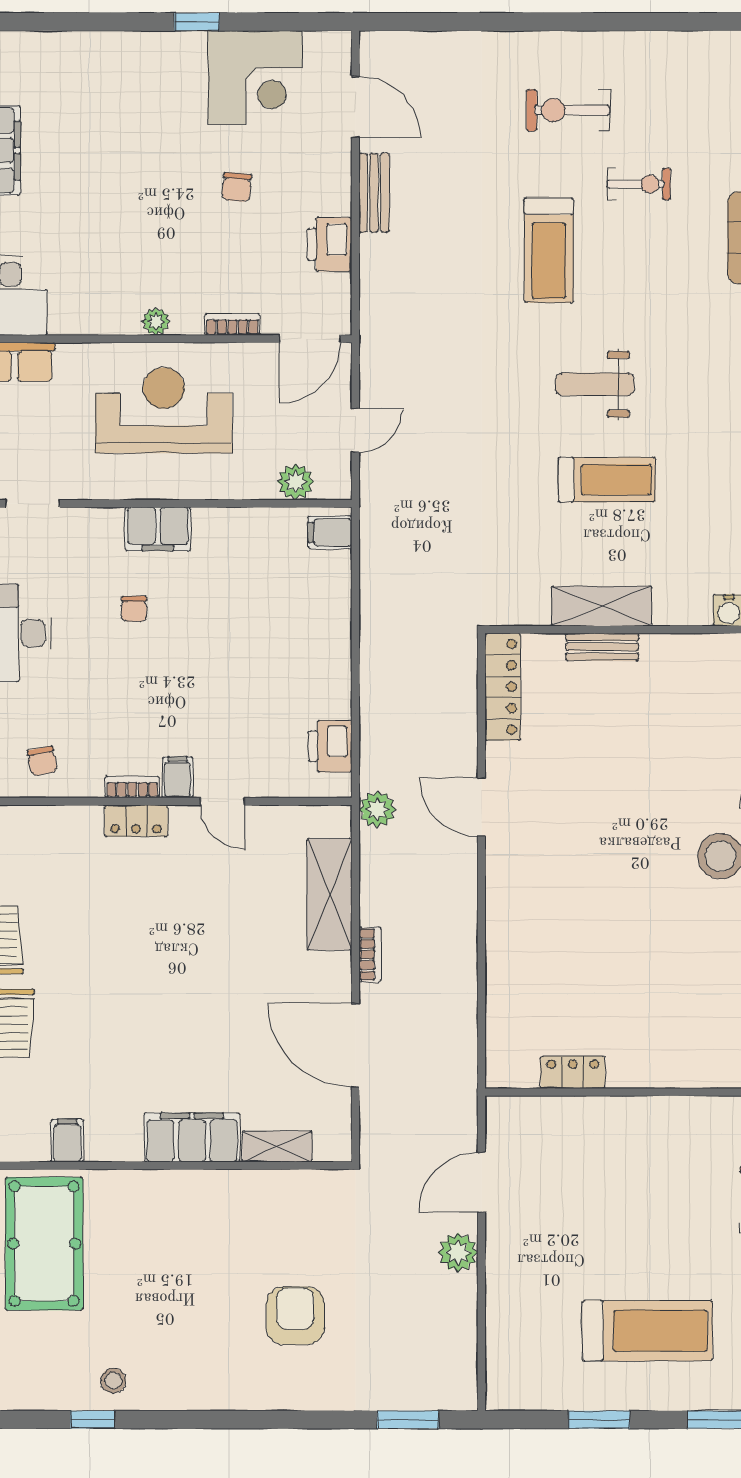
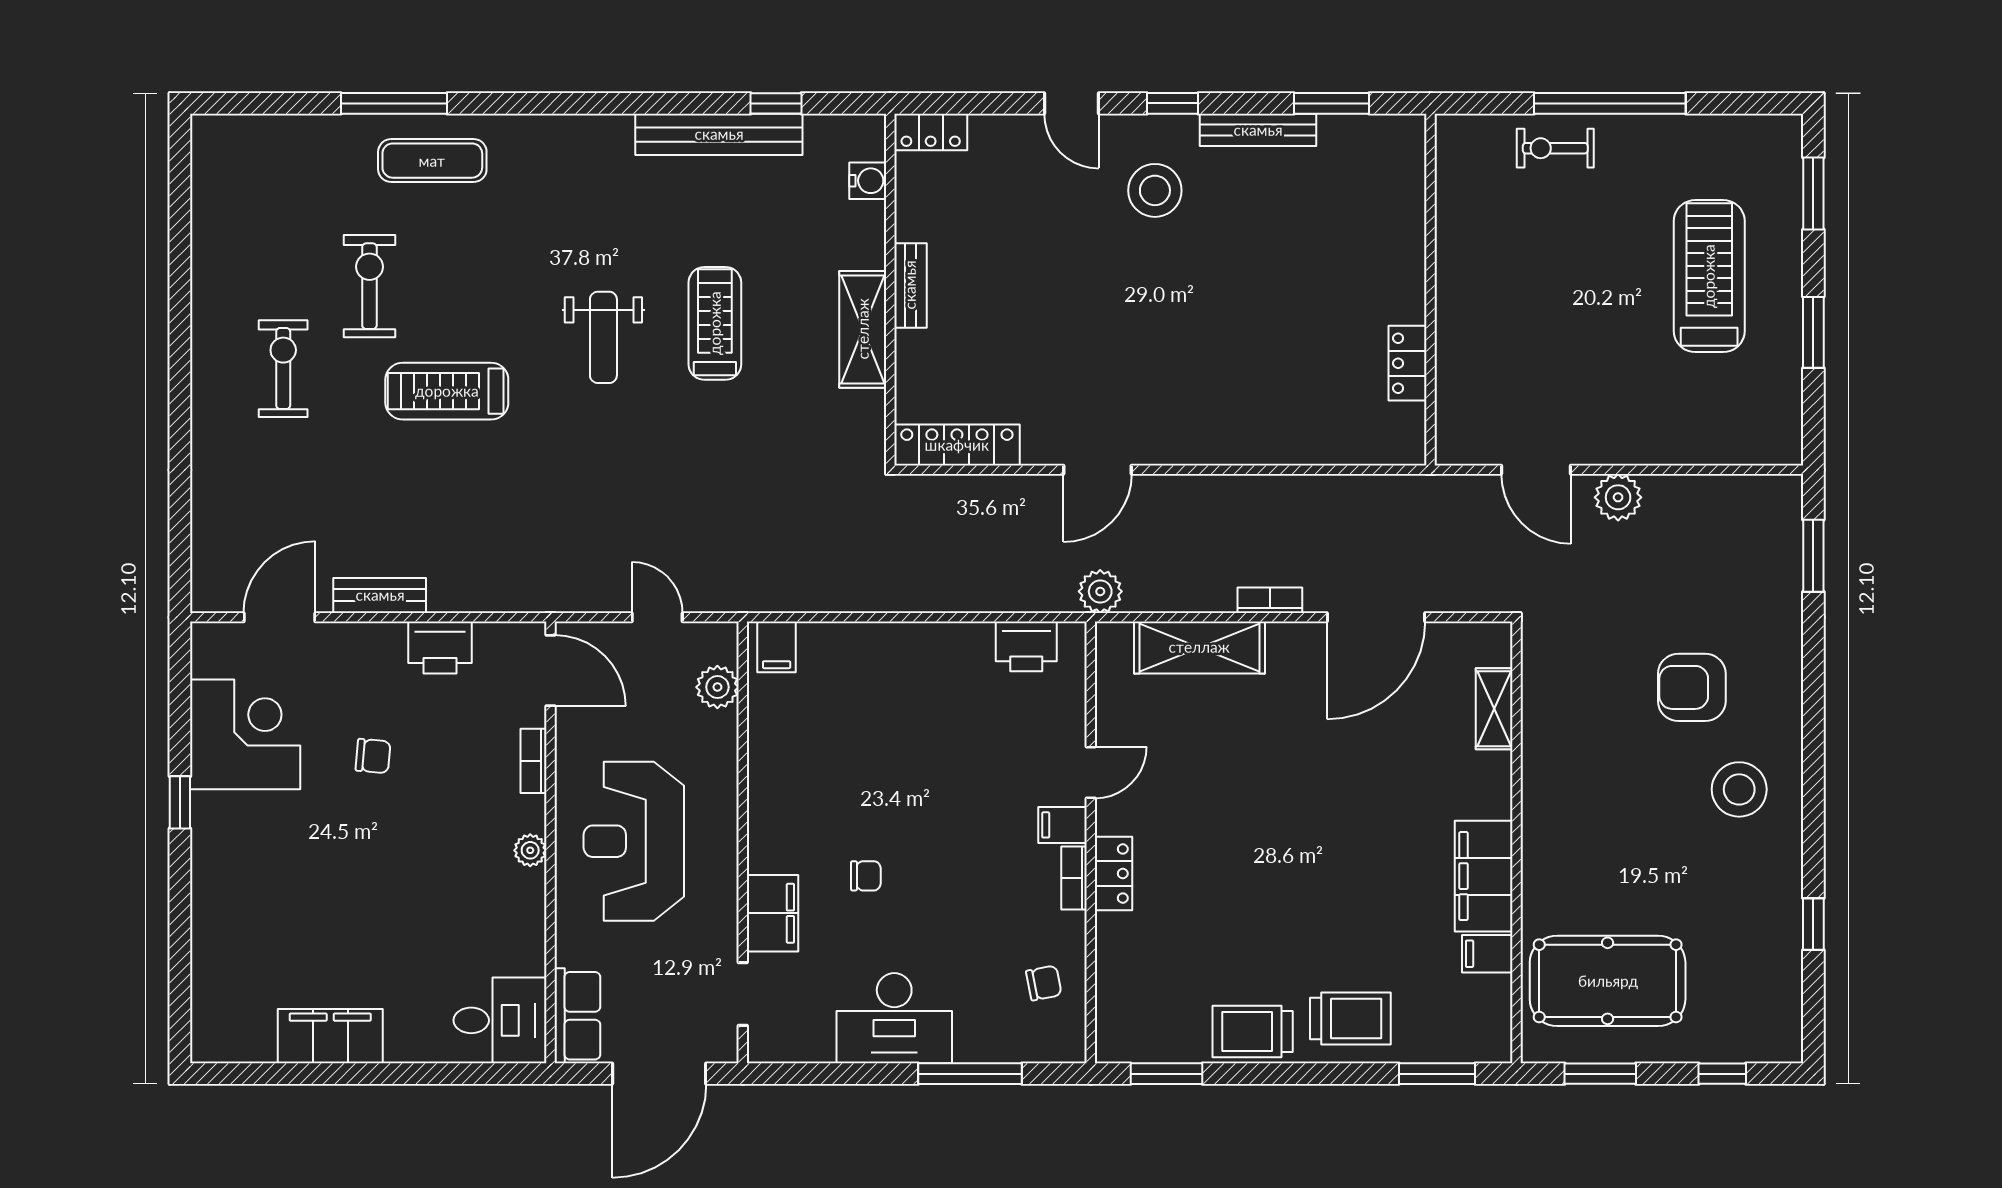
exercise bike: (568, 110) -> (283, 369), turned 180
exercise bike: (639, 184) -> (369, 286), width x1.38, depth x1.39
treadmill: (549, 250) -> (447, 391), turned 180
filing cabinet: (158, 529) -> (772, 913), moved
bench: (602, 647) -> (910, 285), moved
filing cabinet: (192, 1138) -> (1484, 876), moved
stool: (113, 1381) -> (1739, 789), moved, width x1.89, depth x1.89

